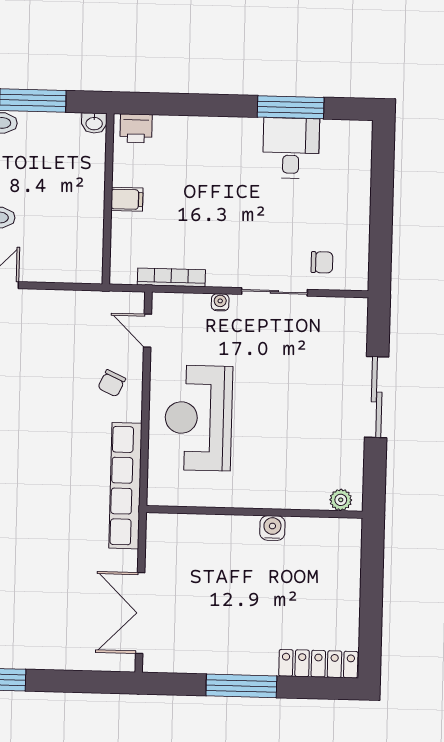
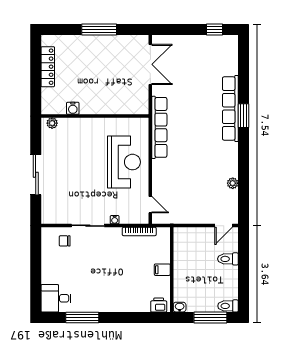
desk: (291, 148) -> (56, 298), moved, turned 90
chair: (112, 383) -> (167, 178), removed
water cooler: (272, 528) -> (73, 108), moved
locker: (318, 664) -> (48, 67), moved, turned -90

